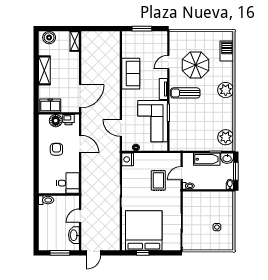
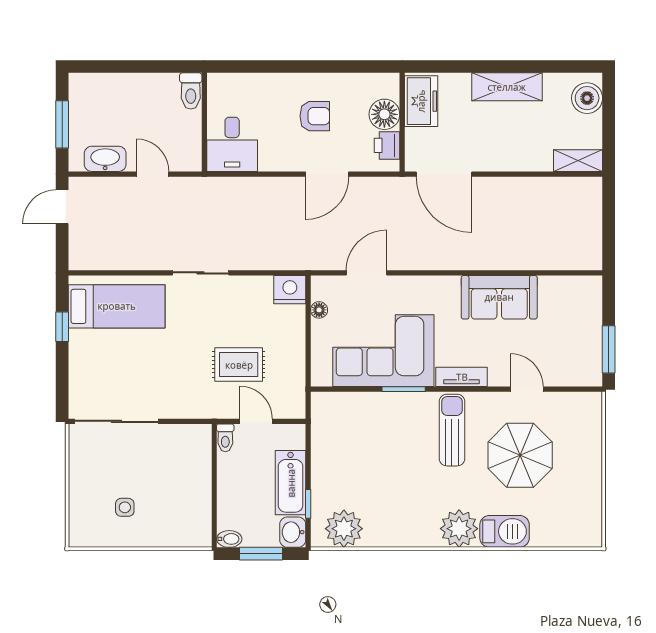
window: (142, 29) -> (609, 349), moved
barbecue: (227, 51) -> (505, 531), moved
bed: (144, 231) -> (117, 306), width x0.49
door: (94, 253) -> (62, 207), hinge flipped

